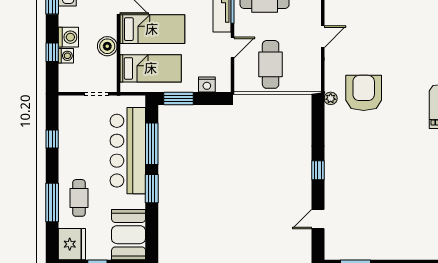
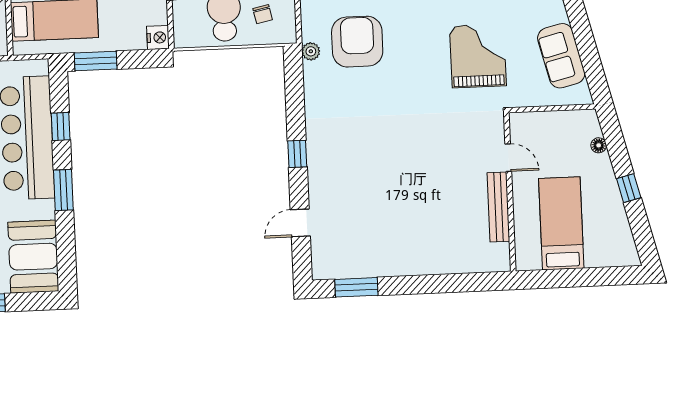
chair: (298, 71) -> (263, 14), added
nightstand: (207, 85) -> (158, 37), moved, turned -90
window: (152, 144) -> (61, 127), width x0.46

